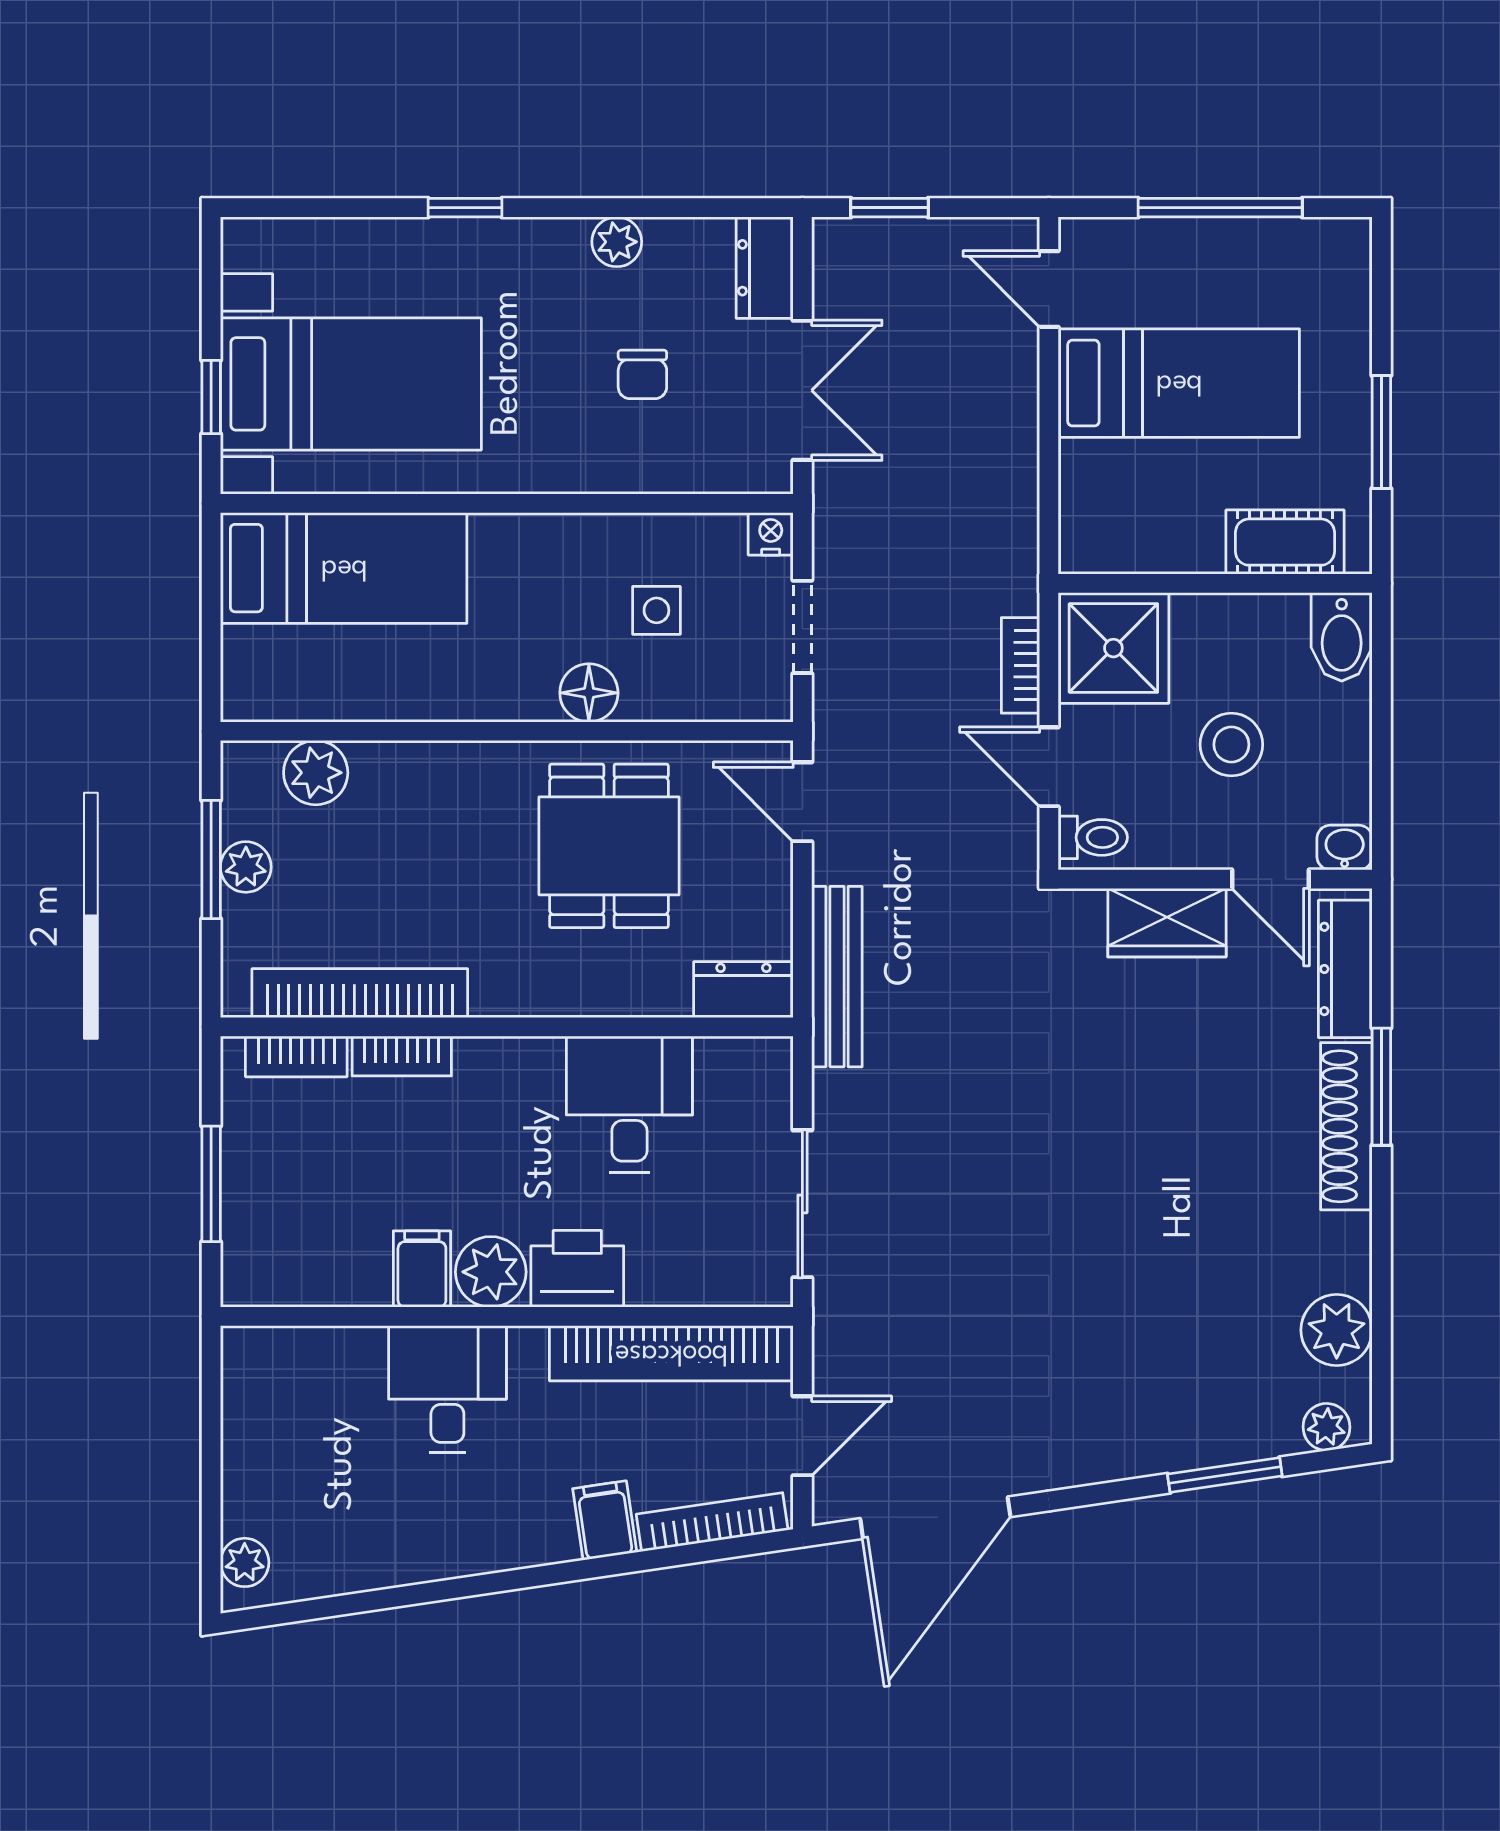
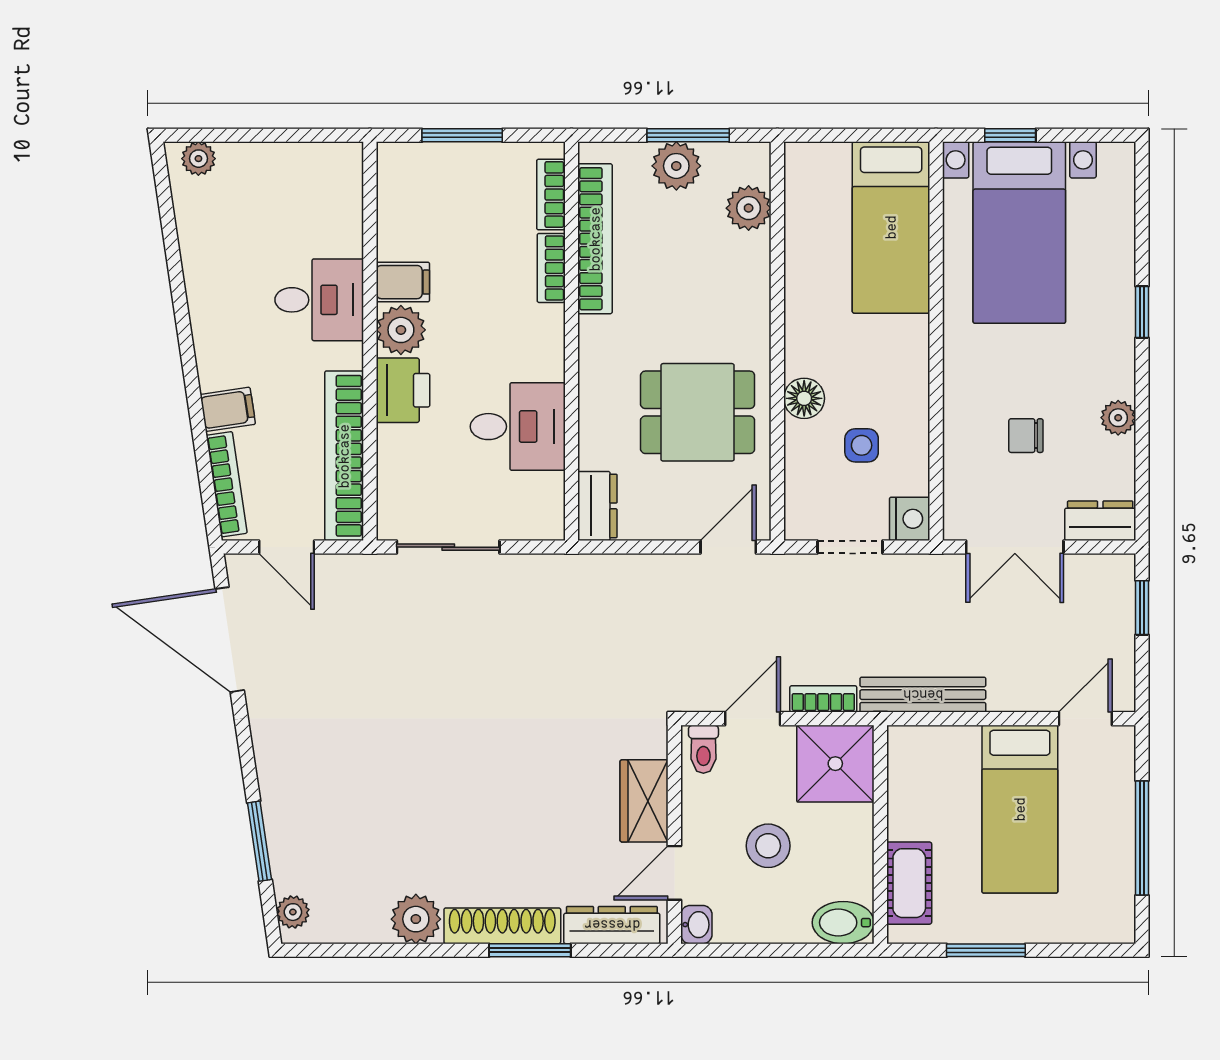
nightstand: (771, 534) -> (910, 519), width x1.39, depth x1.35
plant: (246, 867) -> (676, 166), width x1.38, depth x1.38
bench: (837, 977) -> (923, 695), moved
plant: (1337, 1330) -> (416, 919), moved

